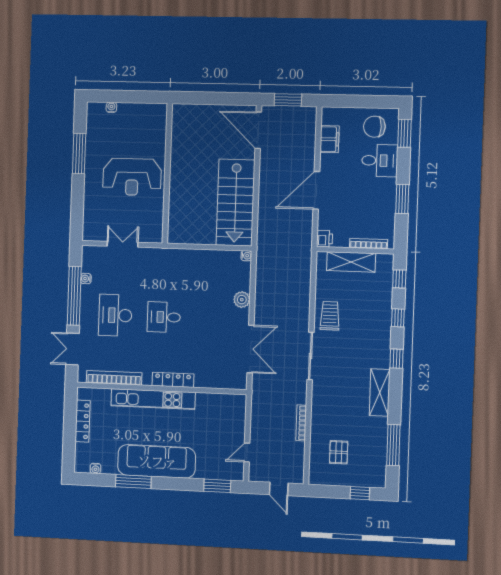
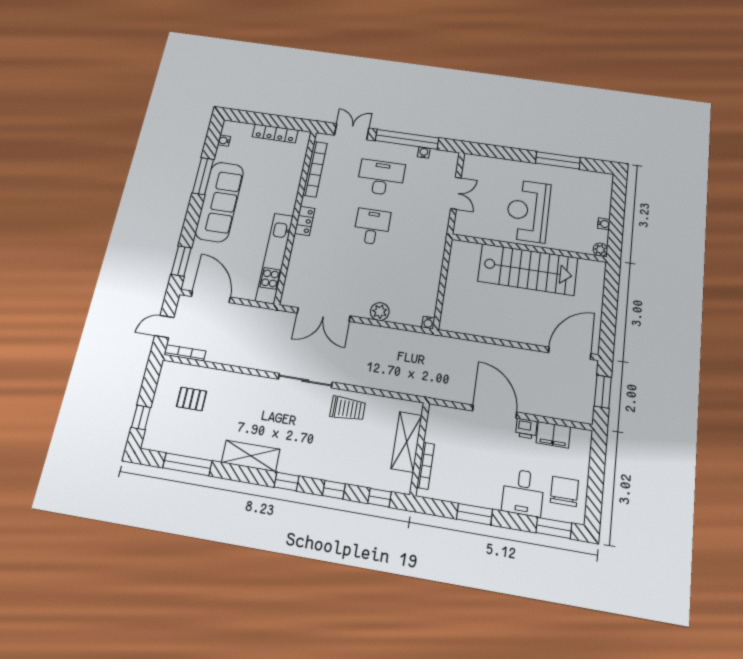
water cooler: (111, 107) -> (604, 224), moved
plant: (161, 110) -> (600, 250), added
stairs: (235, 203) -> (528, 269), moved, turned 180
printer: (325, 239) -> (526, 429), moved
locker: (173, 380) -> (305, 221), width x0.66
kitchen unit: (153, 399) -> (274, 258), moved
bookcase: (301, 423) -> (185, 353), moved
door: (247, 453) -> (211, 297), width x1.88

